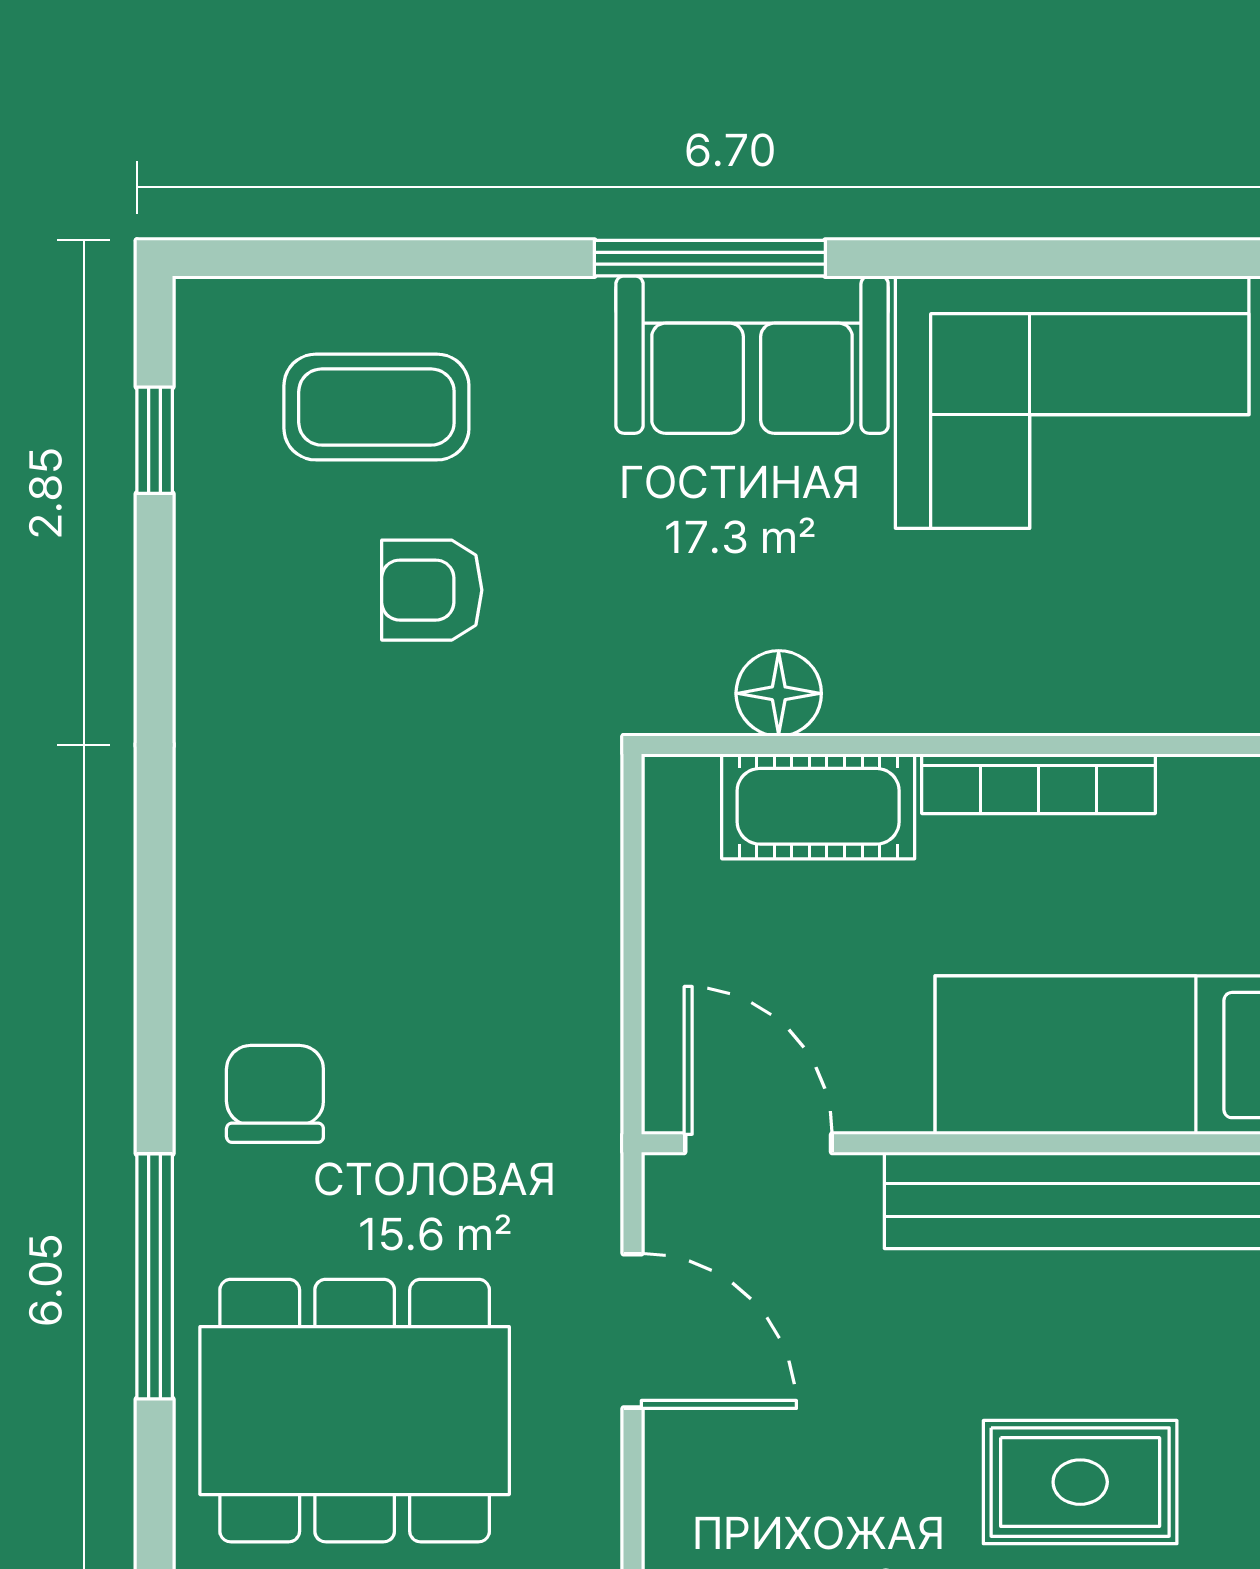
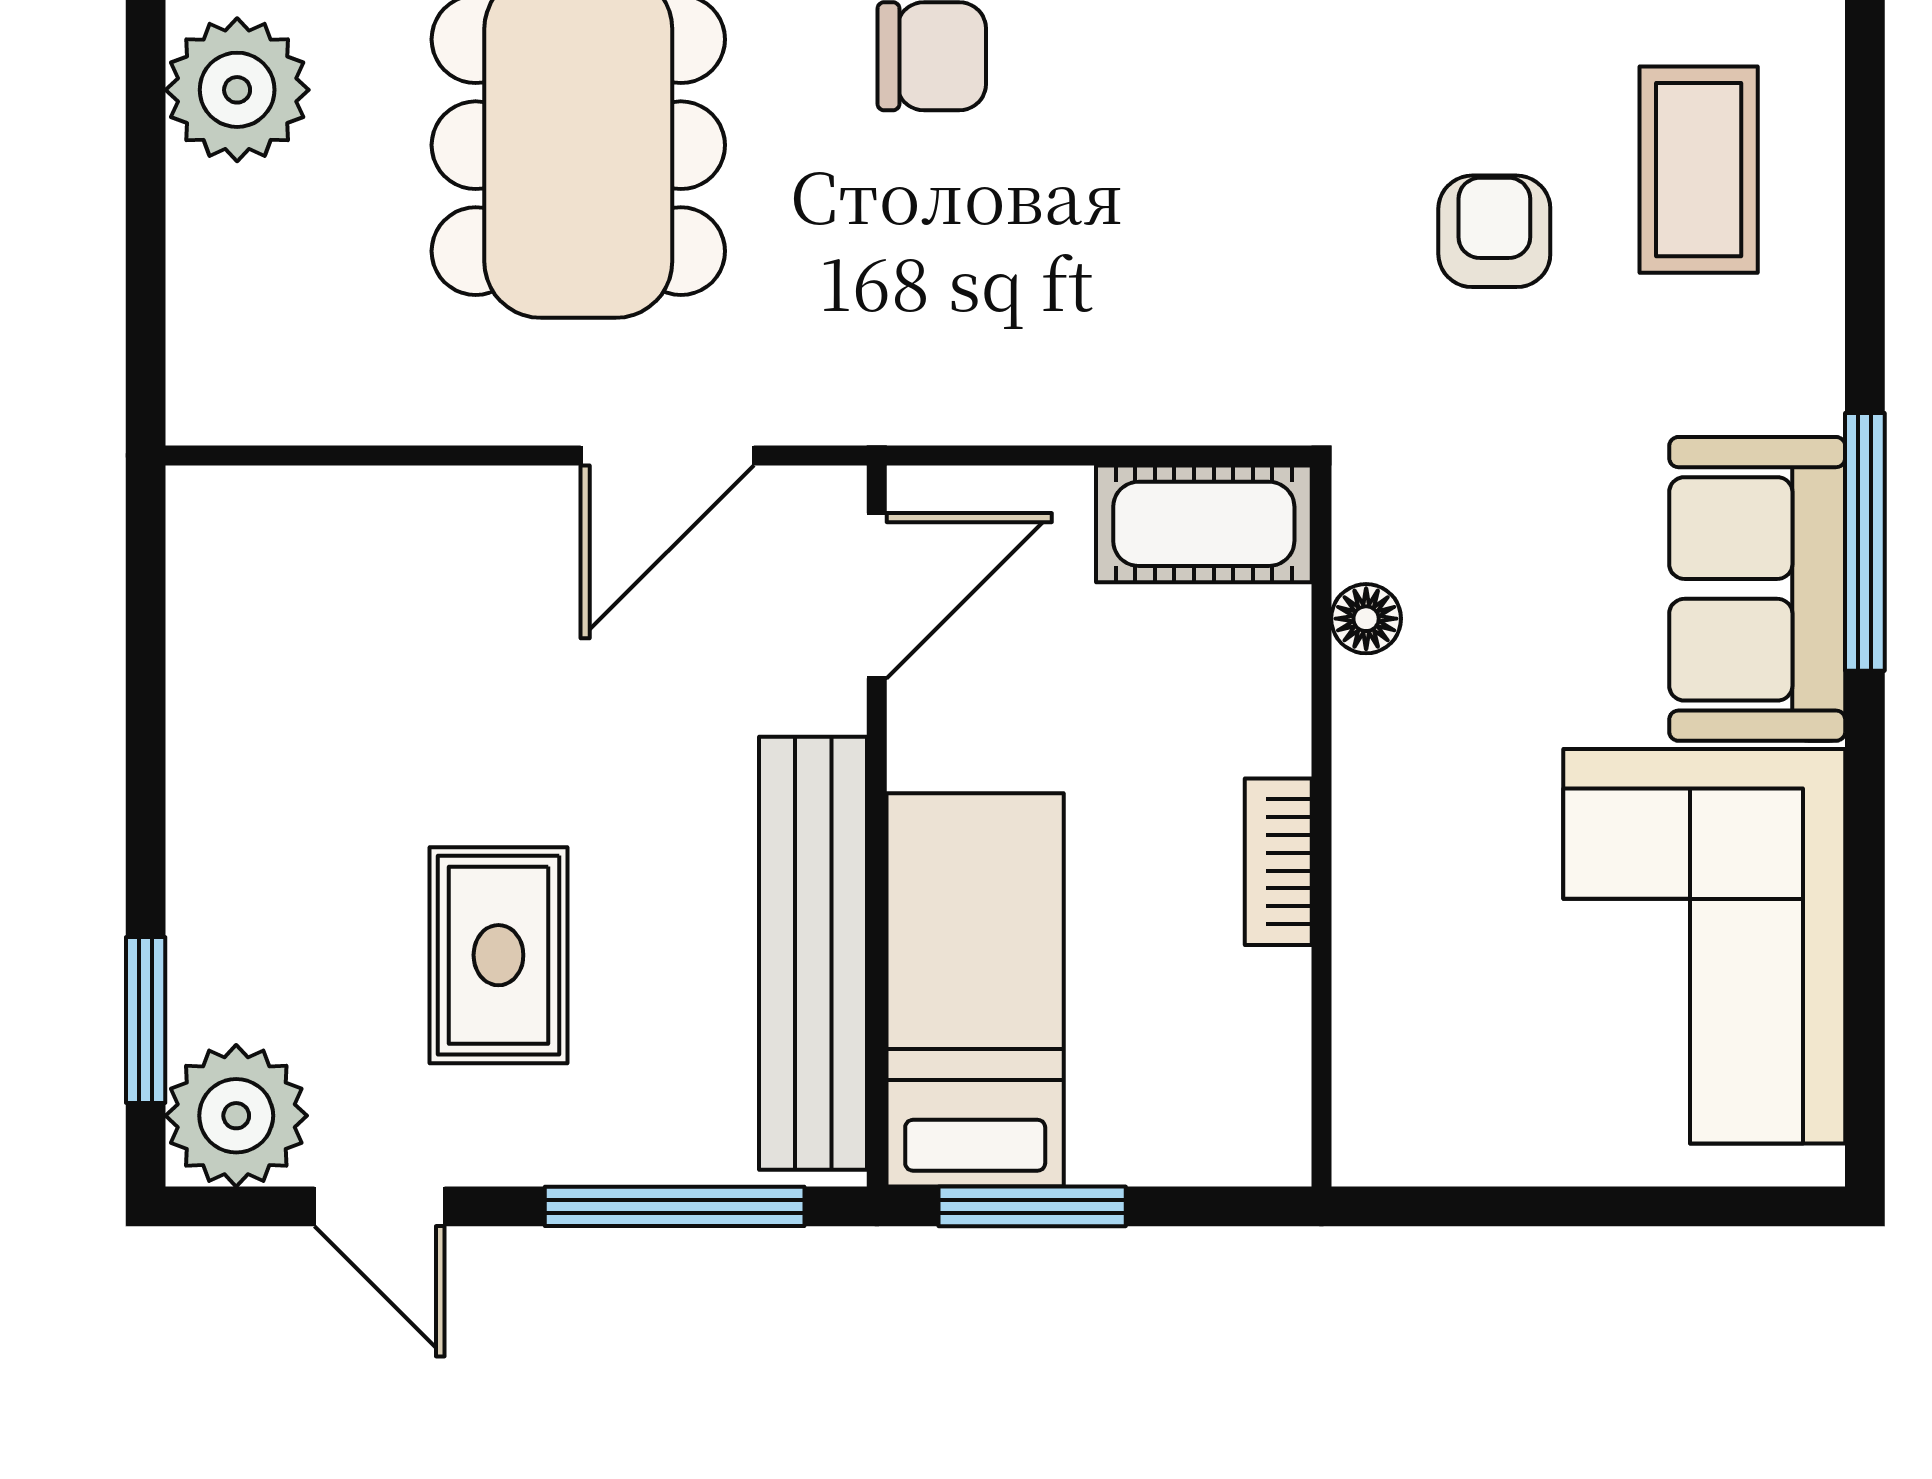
floor lamp: (779, 693) -> (1366, 619), width x0.73, depth x0.73
bookcase: (1039, 784) -> (1278, 862), width x0.64
cot: (818, 806) -> (1204, 524), moved, turned 90

